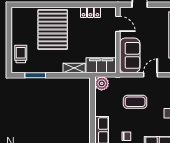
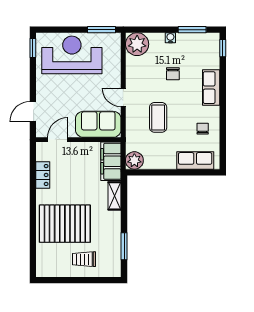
trolley: (21, 54) -> (84, 259), moved

